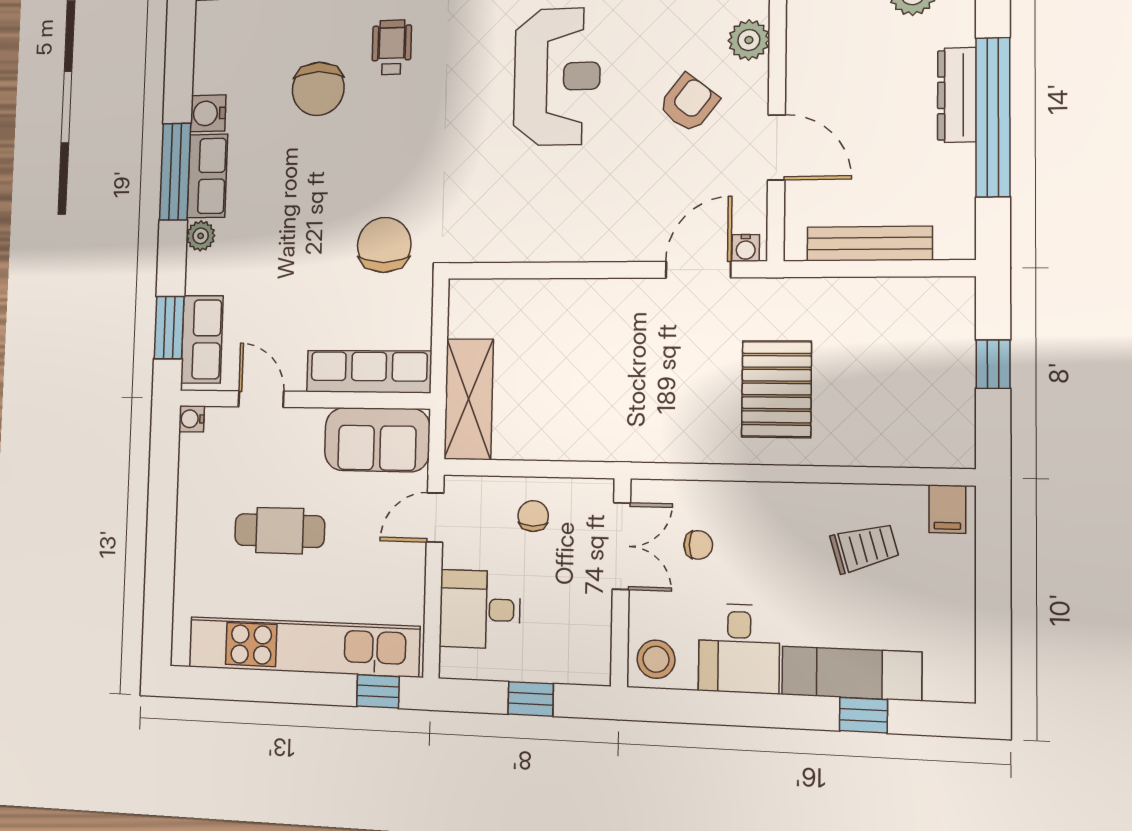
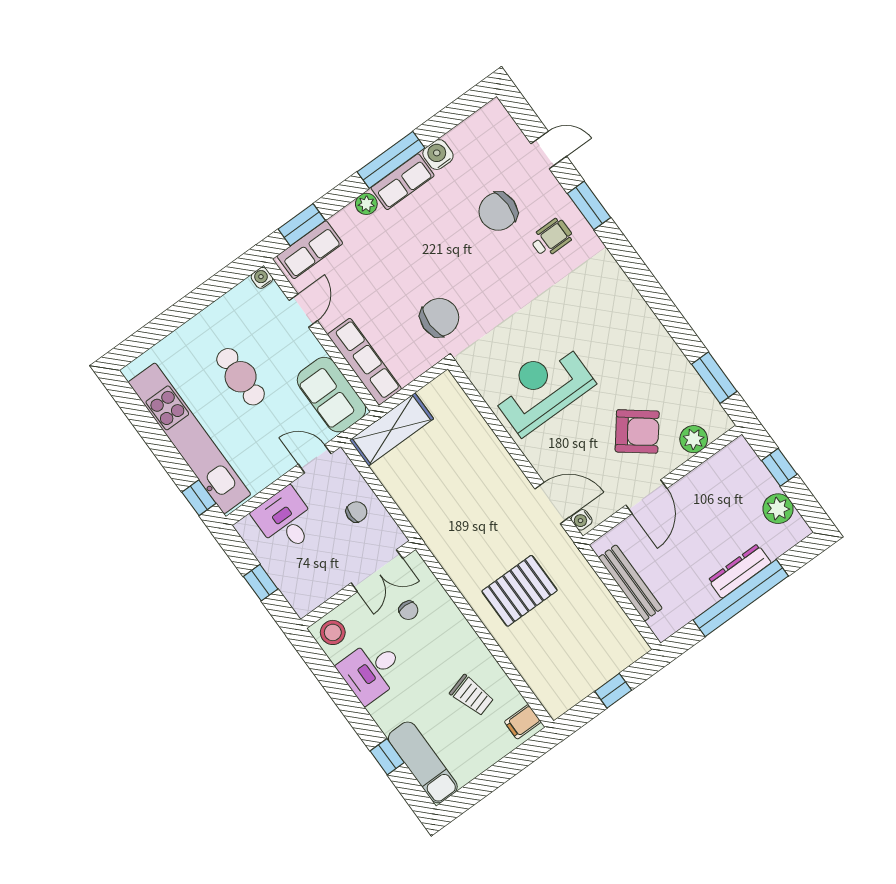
reception desk: (557, 77) -> (542, 388), moved, turned 180
armchair: (689, 103) -> (637, 431), width x1.38, depth x1.38
exam couch: (852, 673) -> (423, 762), moved

